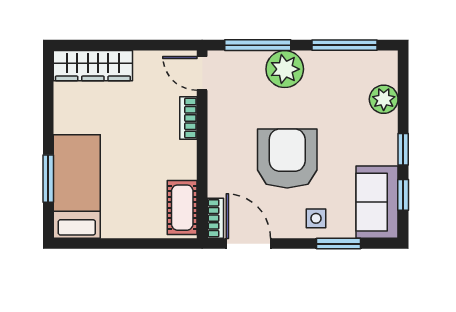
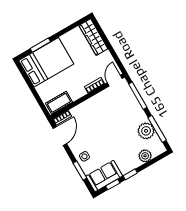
plant: (285, 69) -> (146, 131), moved
armchair: (287, 158) -> (101, 132), removed
bed: (77, 186) -> (46, 62), width x1.50

